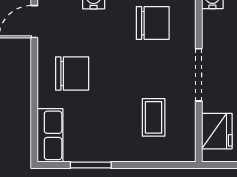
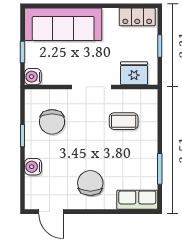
chair: (153, 23) -> (52, 122), turned 180

